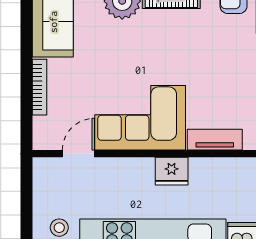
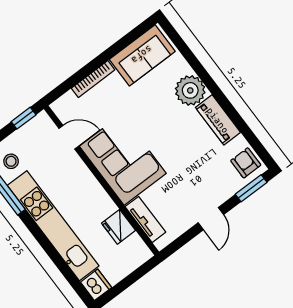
fridge: (172, 171) -> (119, 227), moved
window: (26, 184) -> (24, 118), added

